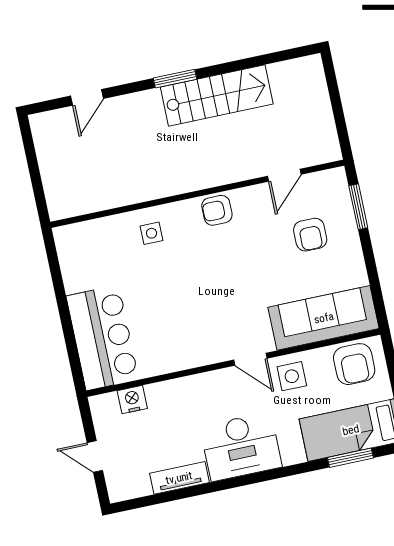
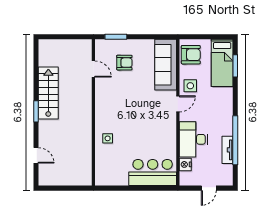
armchair: (217, 210) -> (103, 105), removed
desk: (241, 447) -> (193, 139), moved, turned 180
window: (202, 489) -> (235, 140), added

